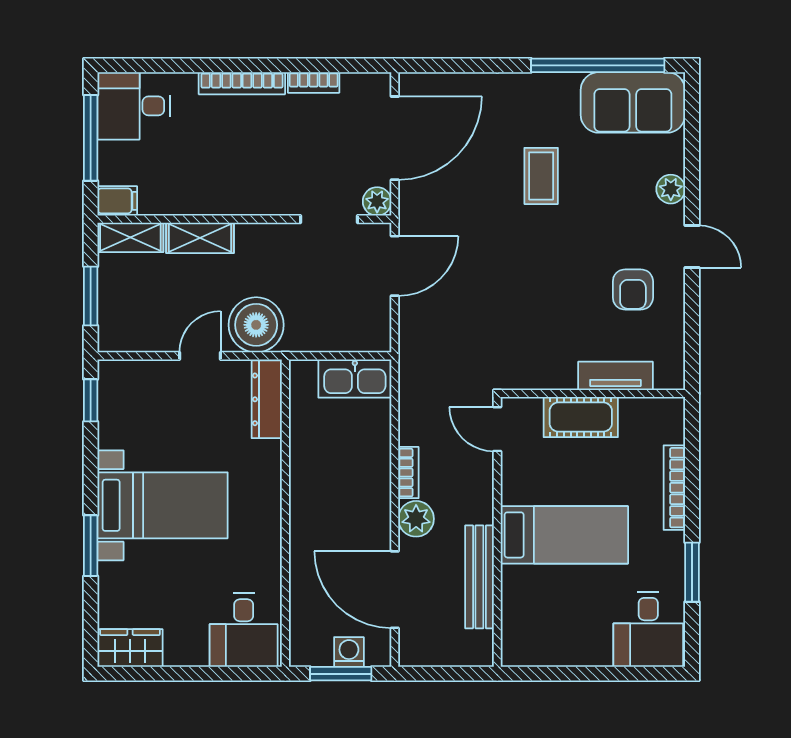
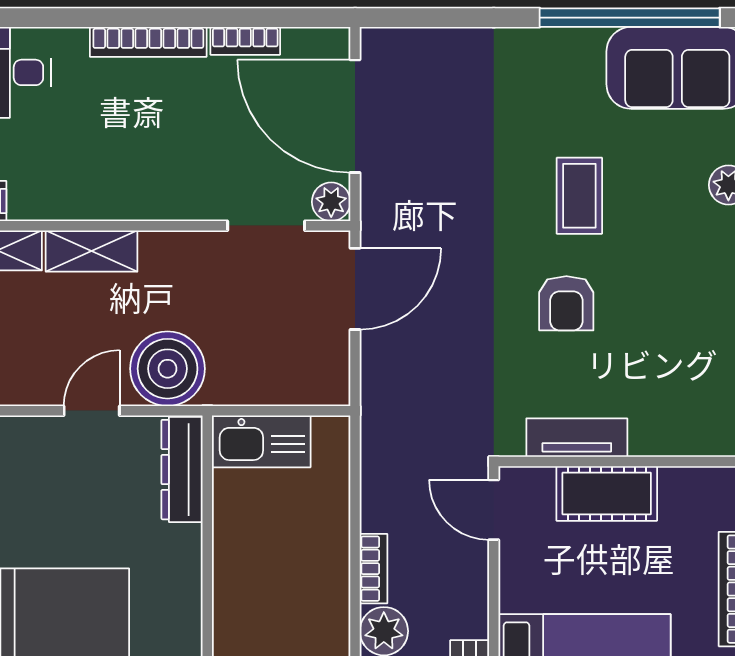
door: (395, 138) -> (355, 116), swing flipped
coffee table: (541, 176) -> (579, 196), moved
armchair: (633, 289) -> (566, 303), moved
tv unit: (615, 376) -> (577, 438), moved
kitchen sink: (355, 378) -> (261, 441), moved

